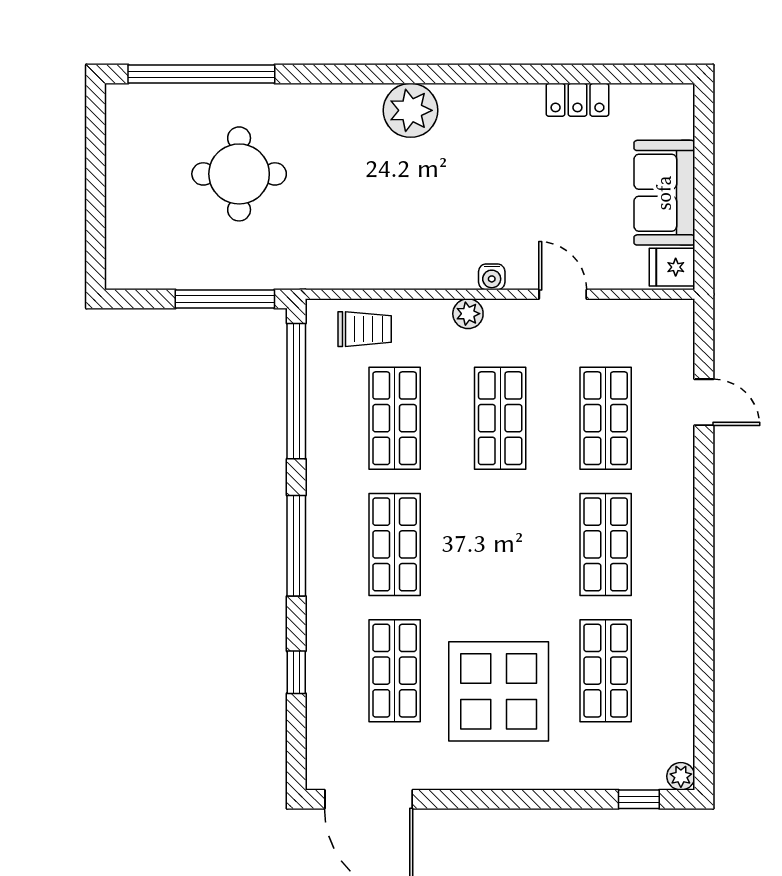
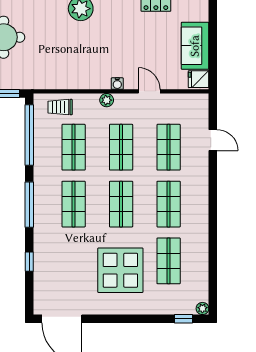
trolley: (365, 329) -> (60, 107), turned 180
shop shelf: (395, 671) -> (121, 204), moved

